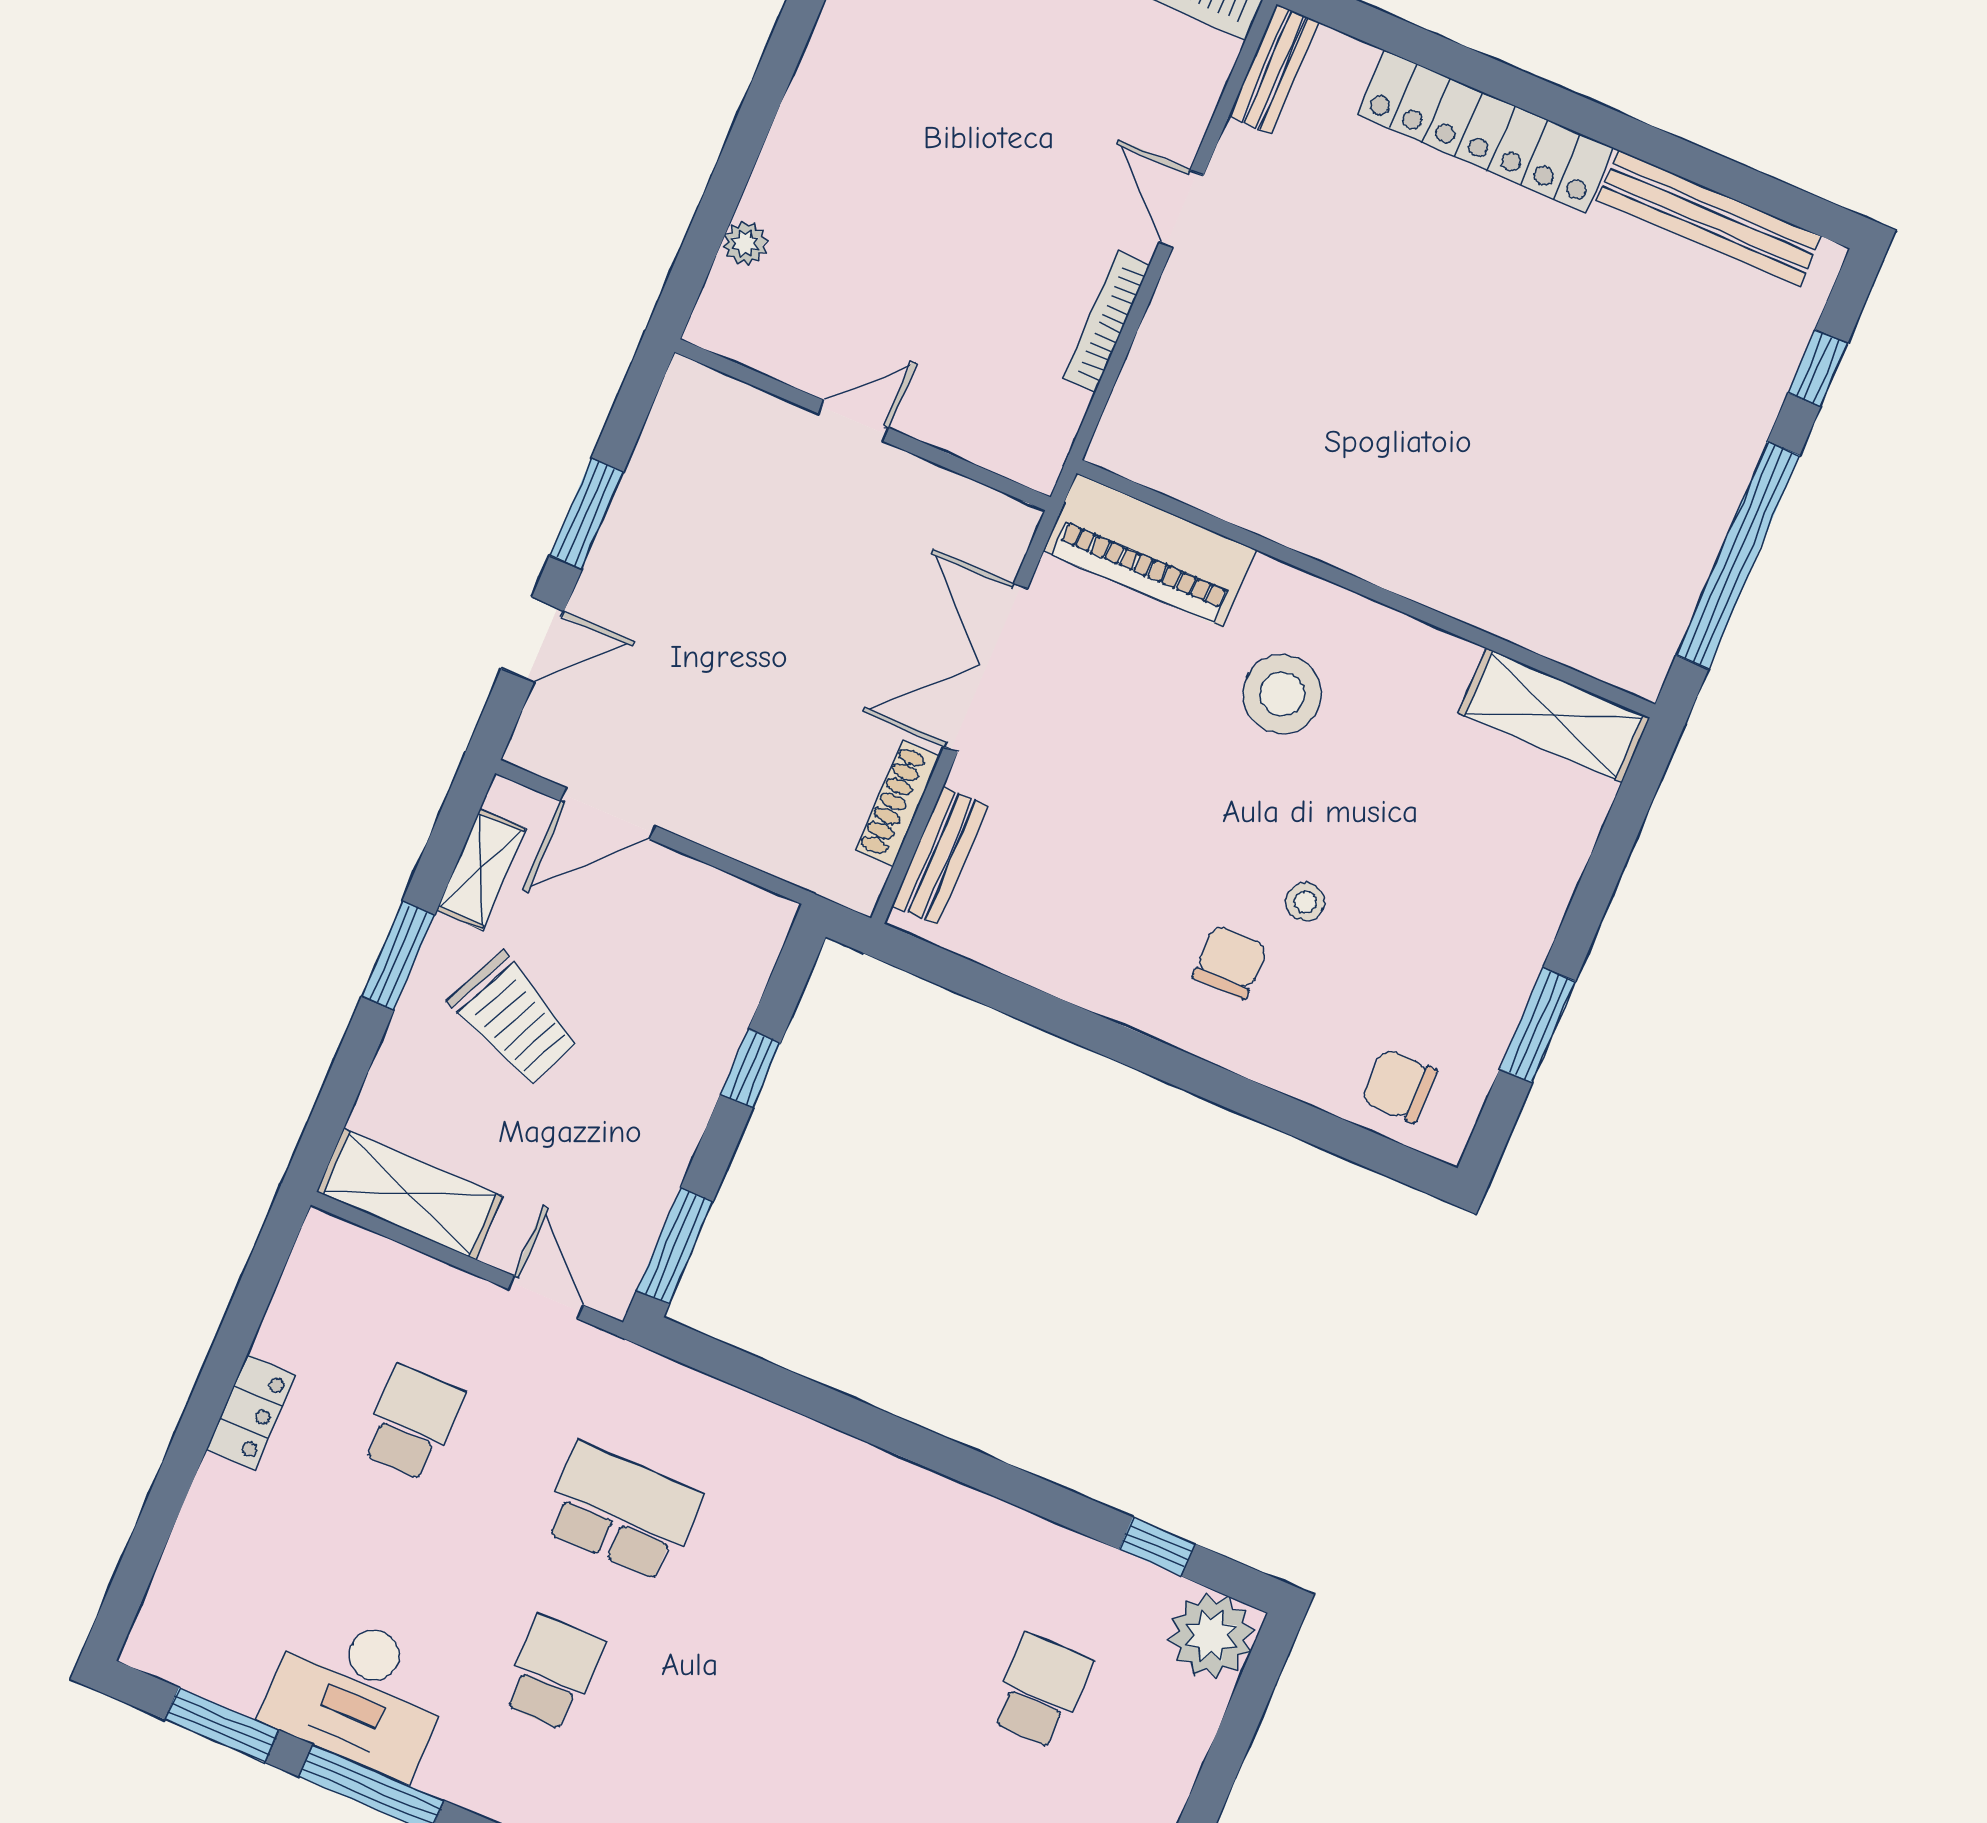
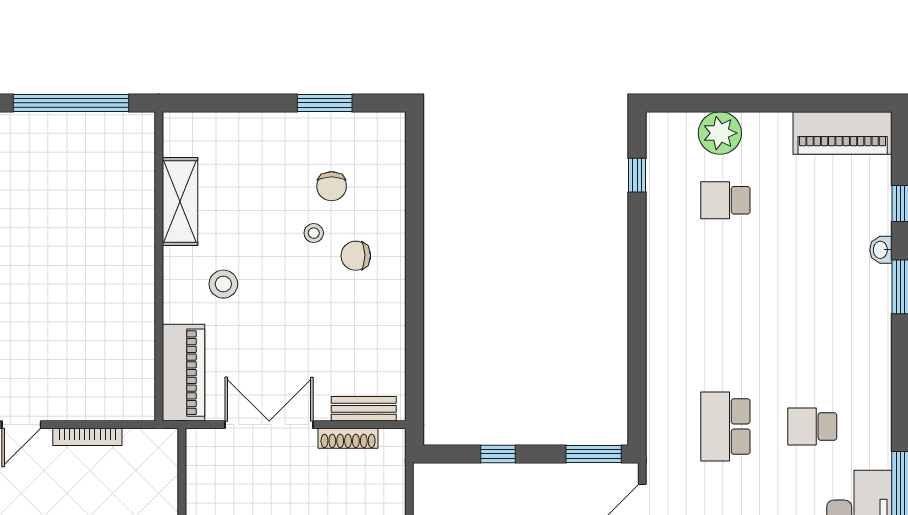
double door: (986, 668) -> (269, 425), swing flipped
stool: (1282, 694) -> (223, 284), width x0.73, depth x0.73
shelving: (1554, 715) -> (180, 201), moved
chair: (1399, 1086) -> (332, 186), moved
plant: (1211, 1636) -> (720, 133), moved

